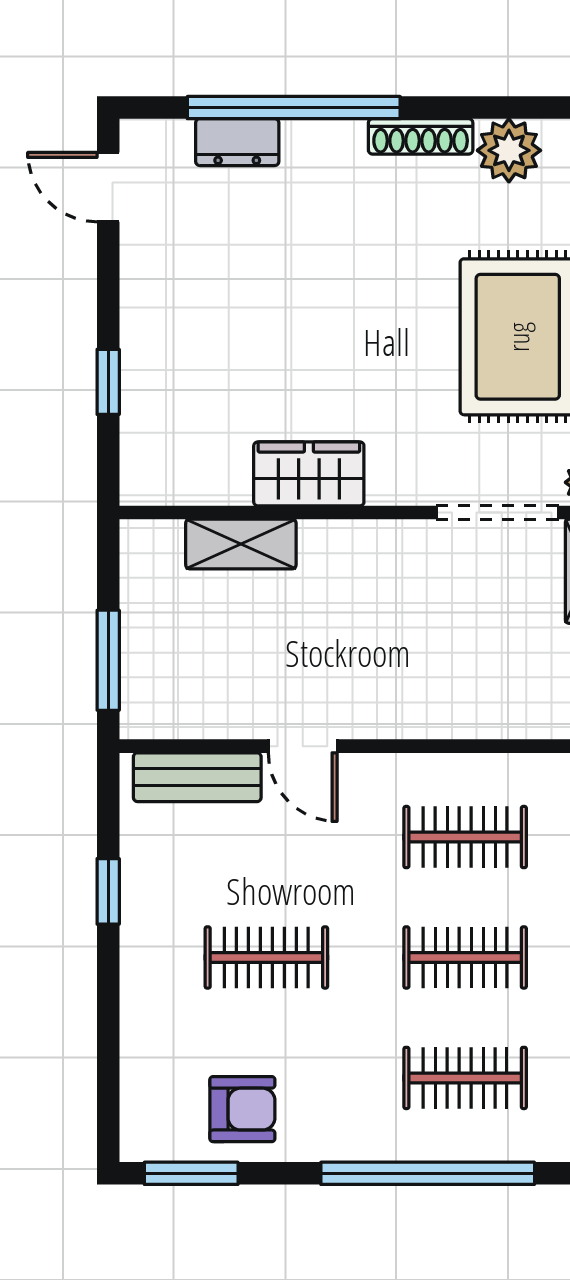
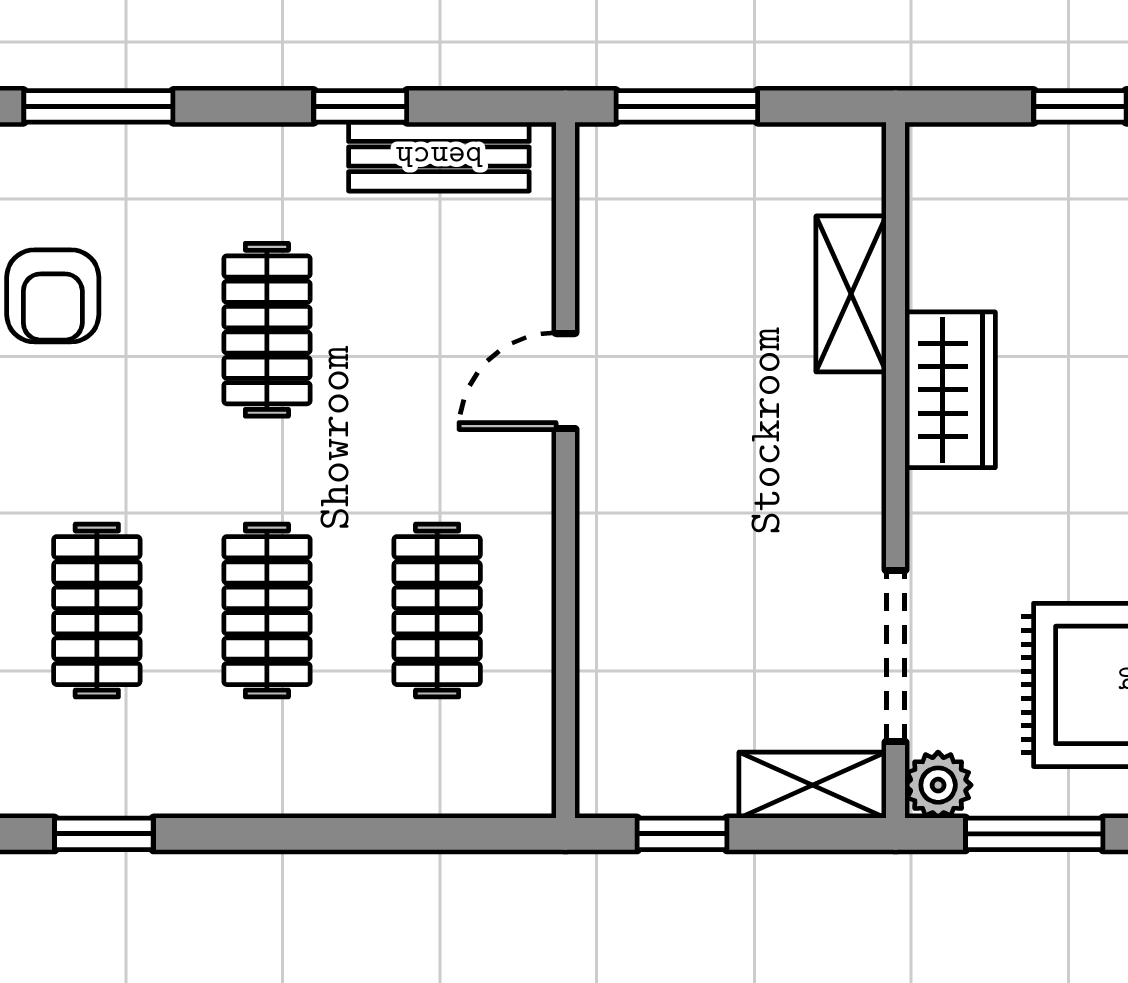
bench: (197, 777) -> (439, 157), moved, turned 90
window: (108, 1077) -> (98, 106), added

